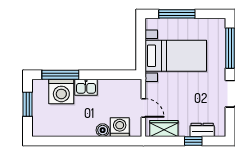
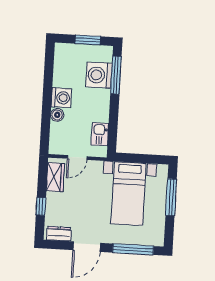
kitchen sink: (86, 87) -> (100, 134), moved
washing machine: (120, 127) -> (61, 98), moved
dresser: (202, 130) -> (59, 234), moved, turned -90

